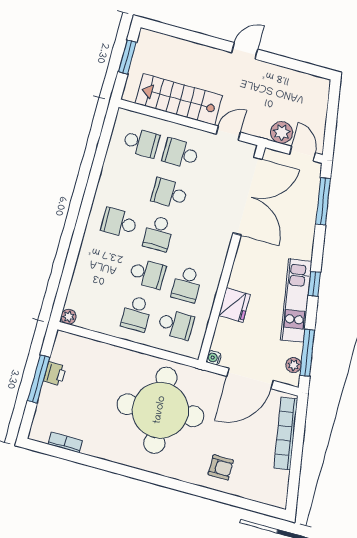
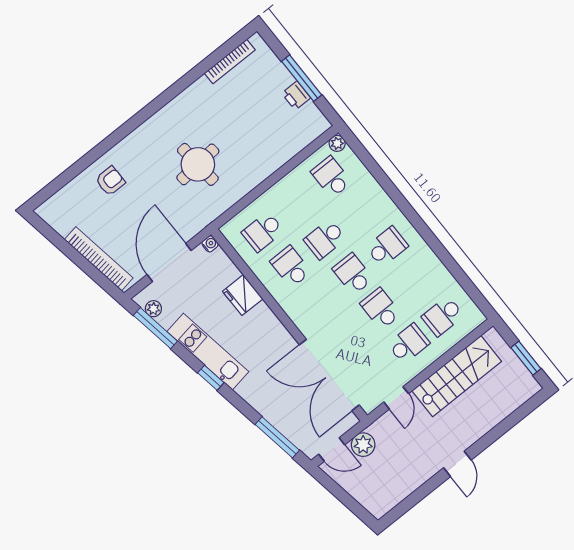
school desk: (170, 193) -> (381, 309), turned -90
school desk: (136, 314) -> (331, 177), moved
round table: (160, 410) -> (198, 164), width x0.54, depth x0.54
bookcase: (65, 442) -> (230, 61), width x1.56
armchair: (221, 467) -> (110, 181), turned 180

